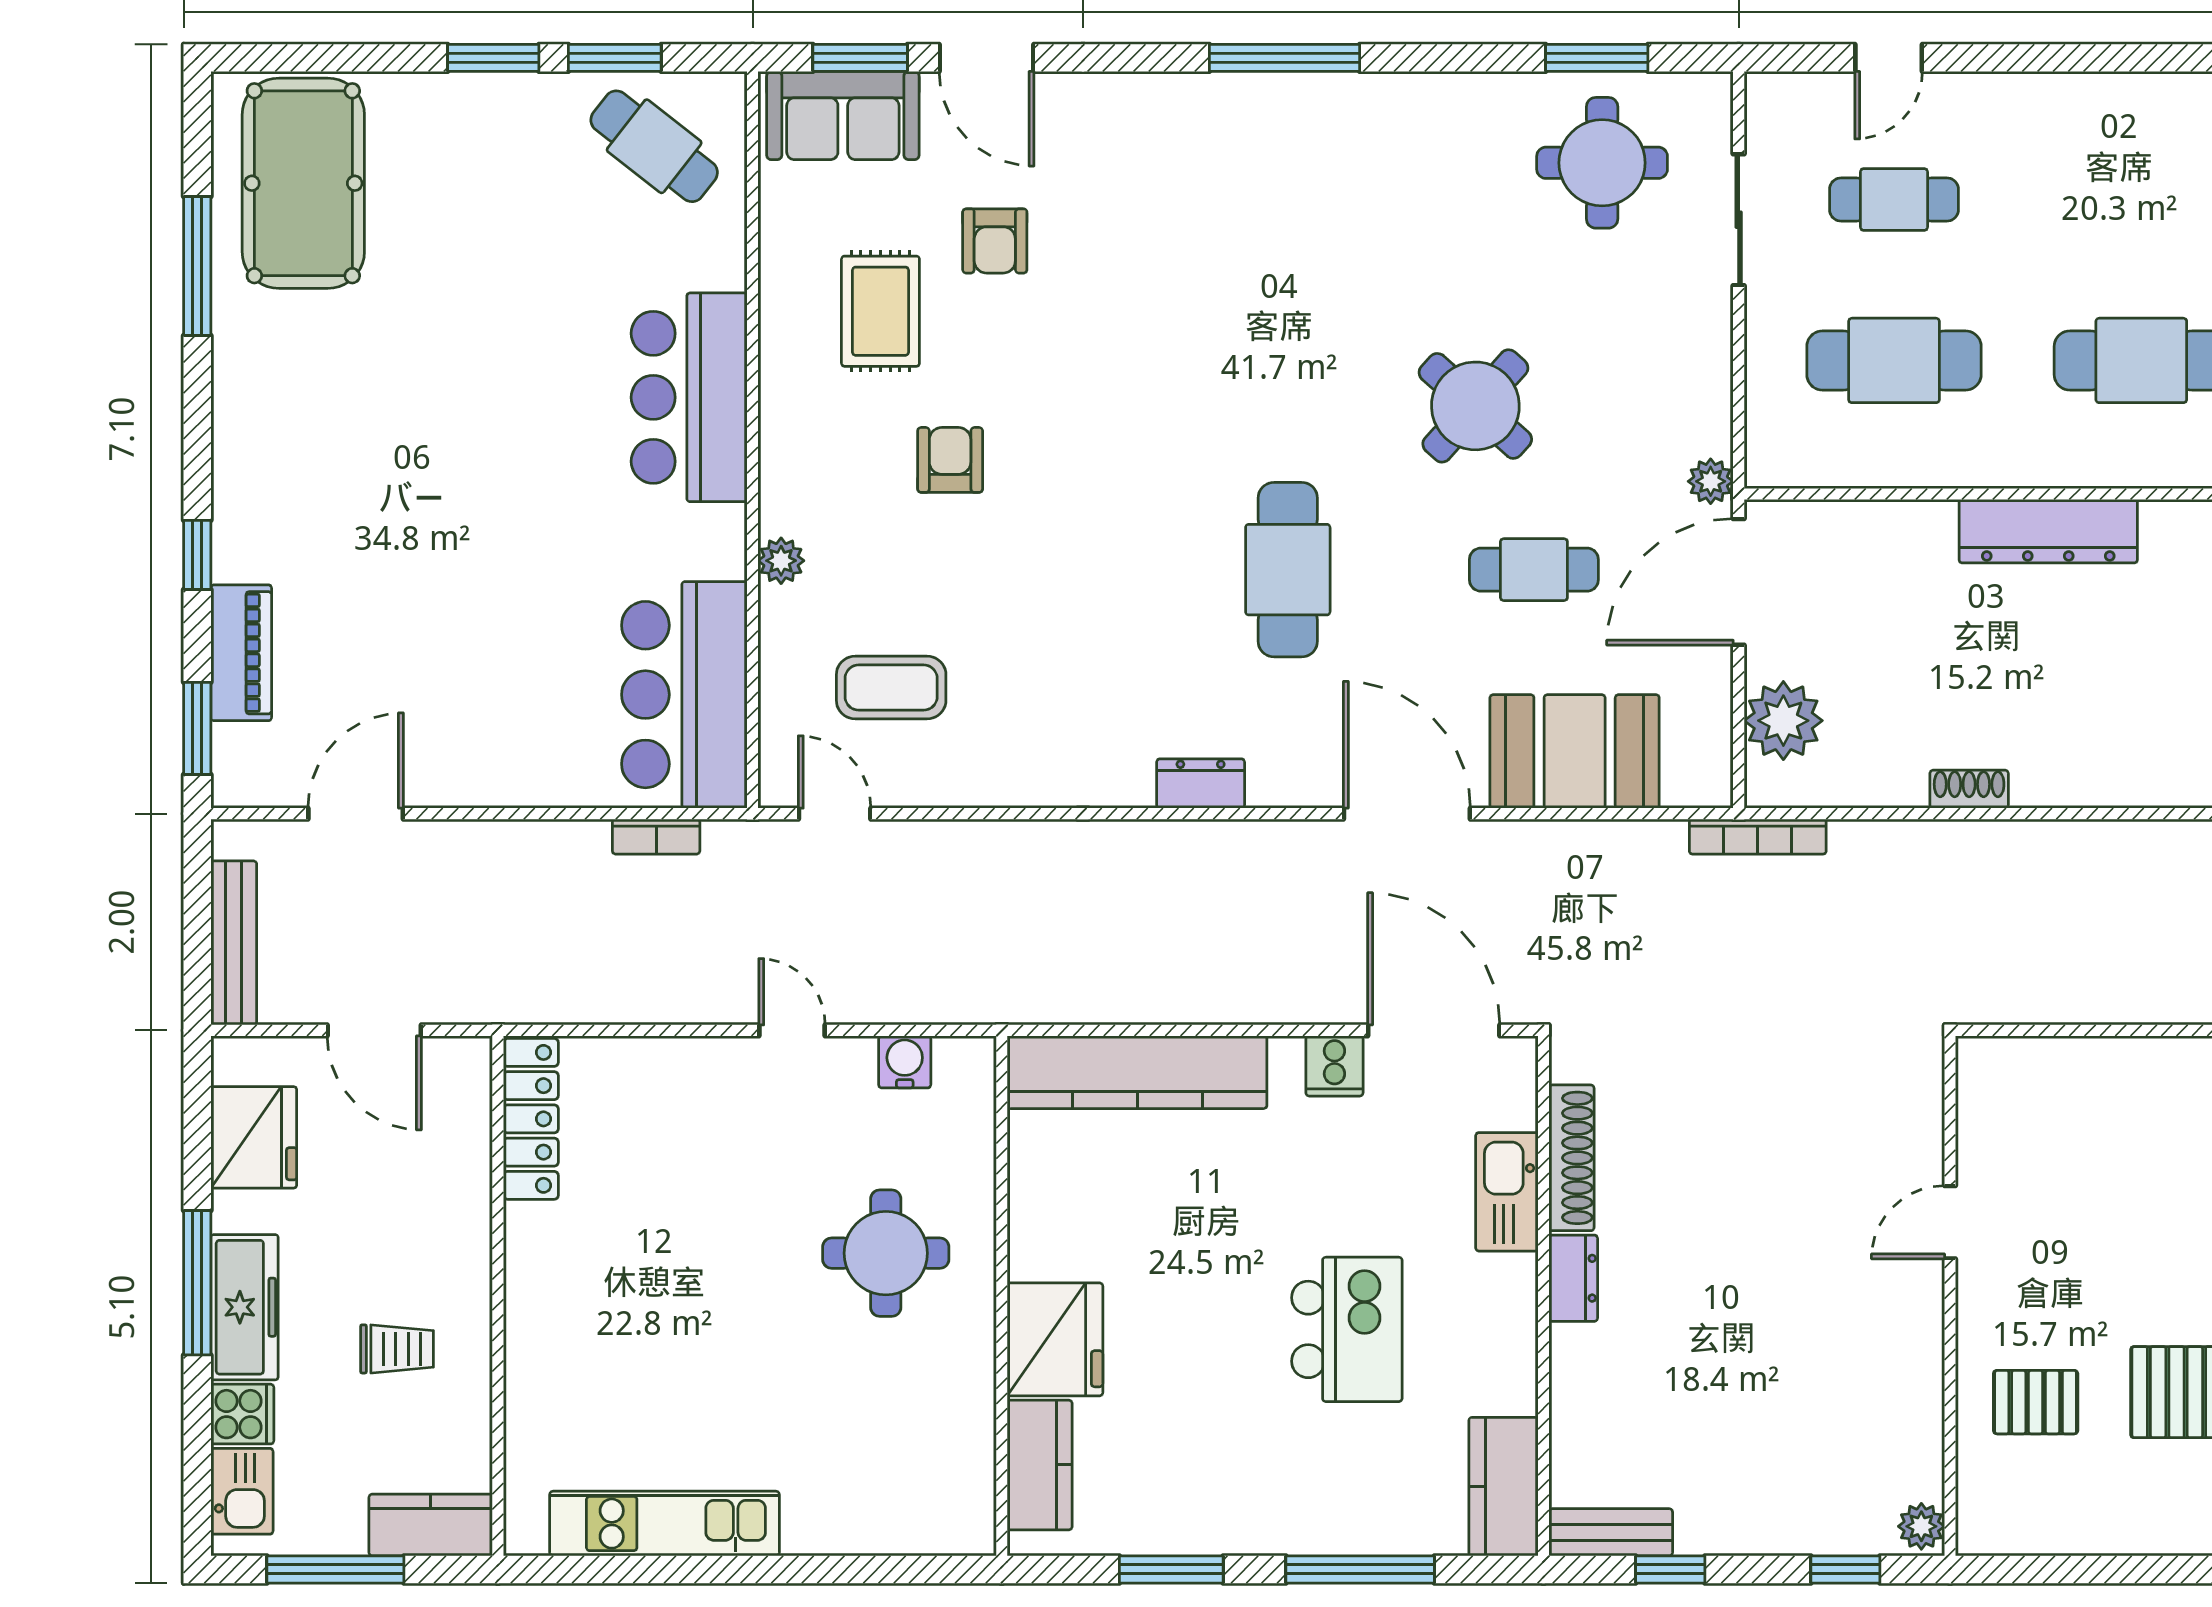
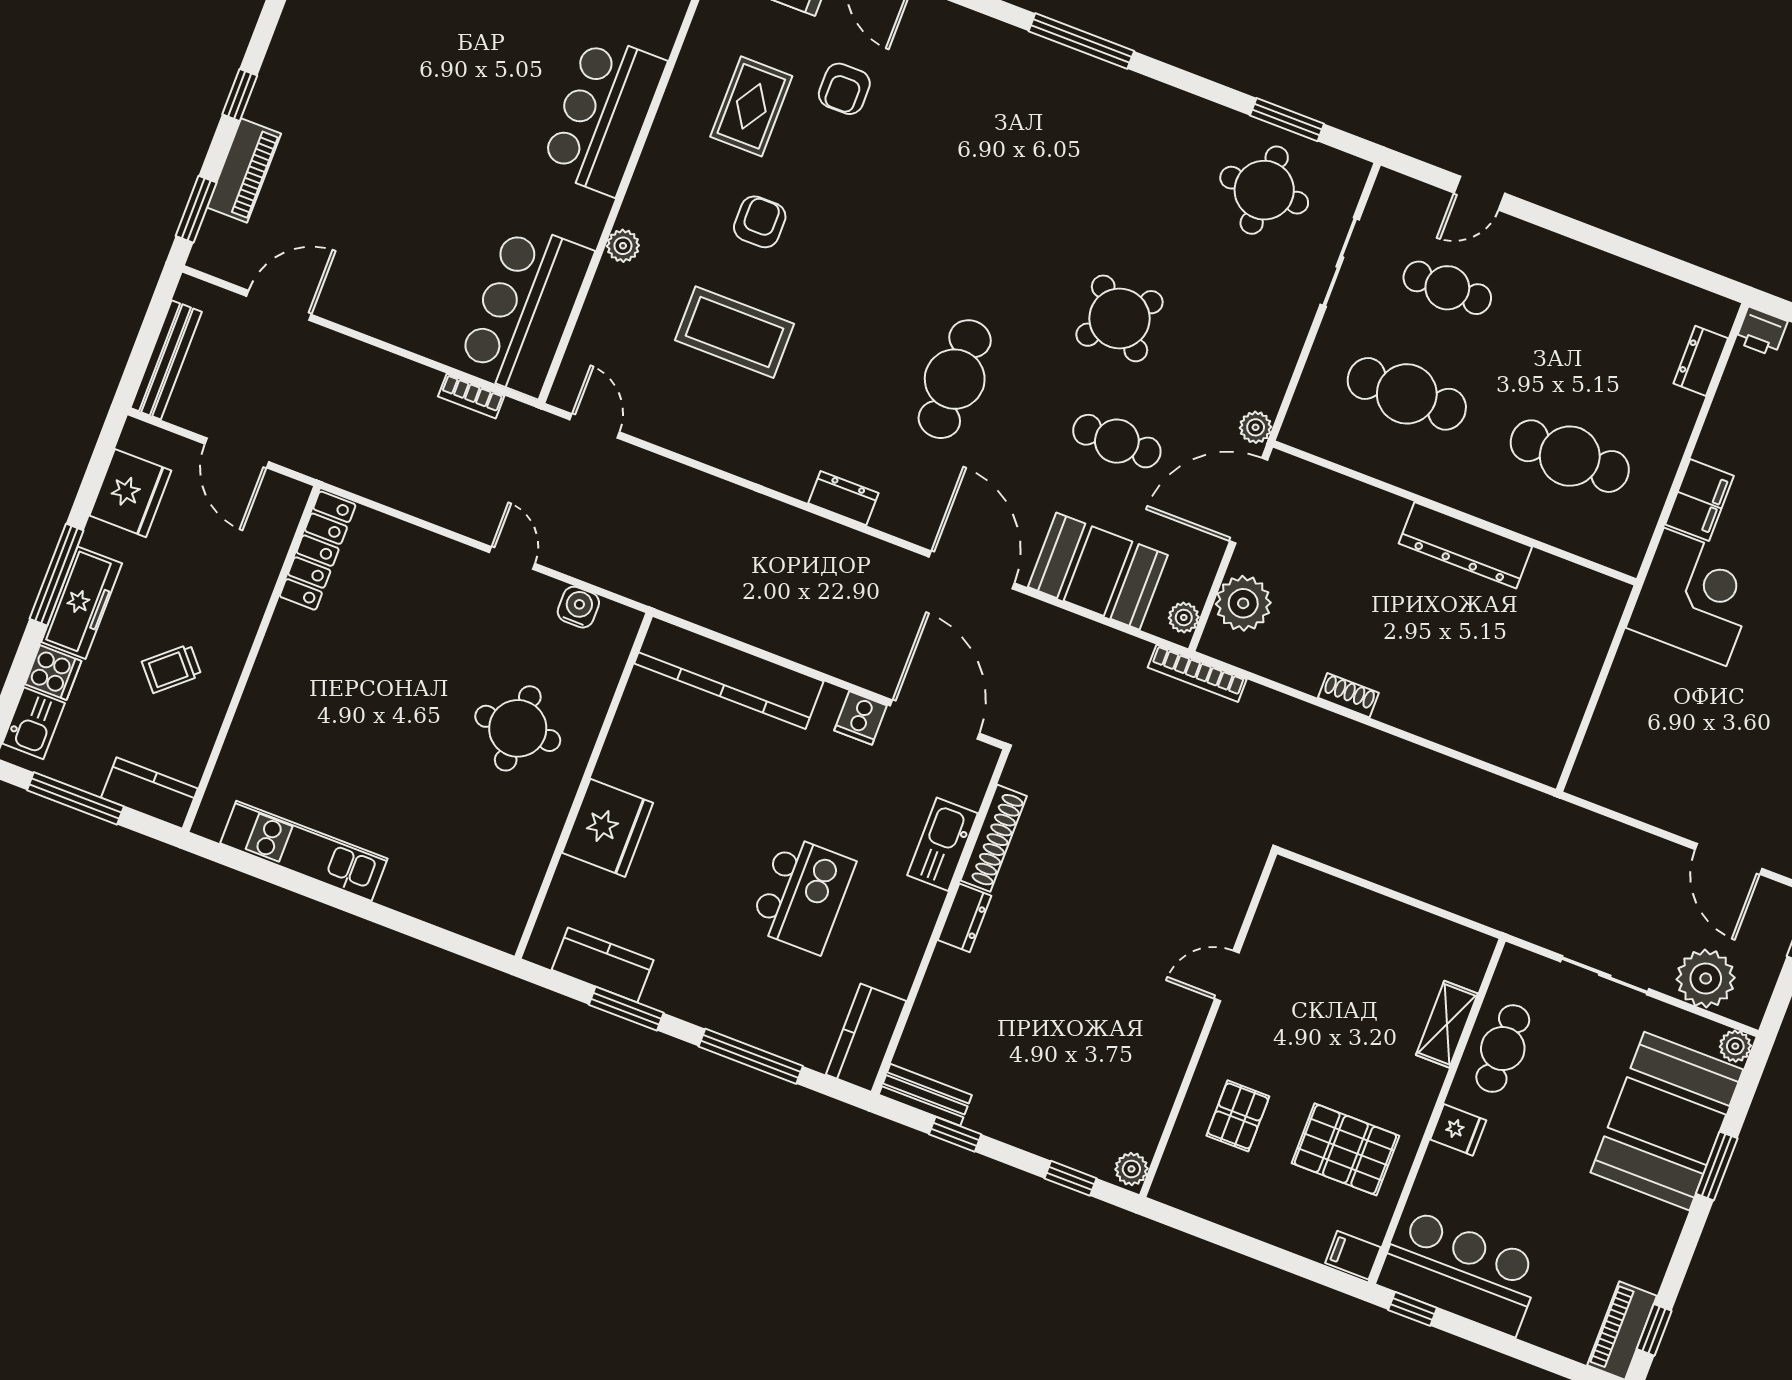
coffee table: (891, 688) -> (735, 332), moved, width x1.36, depth x1.32
plant: (1712, 769) -> (1184, 617), added
trolley: (397, 1349) -> (172, 669), turned 139
pallet: (2036, 1402) -> (1238, 1116), turned 90
kitchen counter: (1040, 1465) -> (603, 965), moved, turned -90

